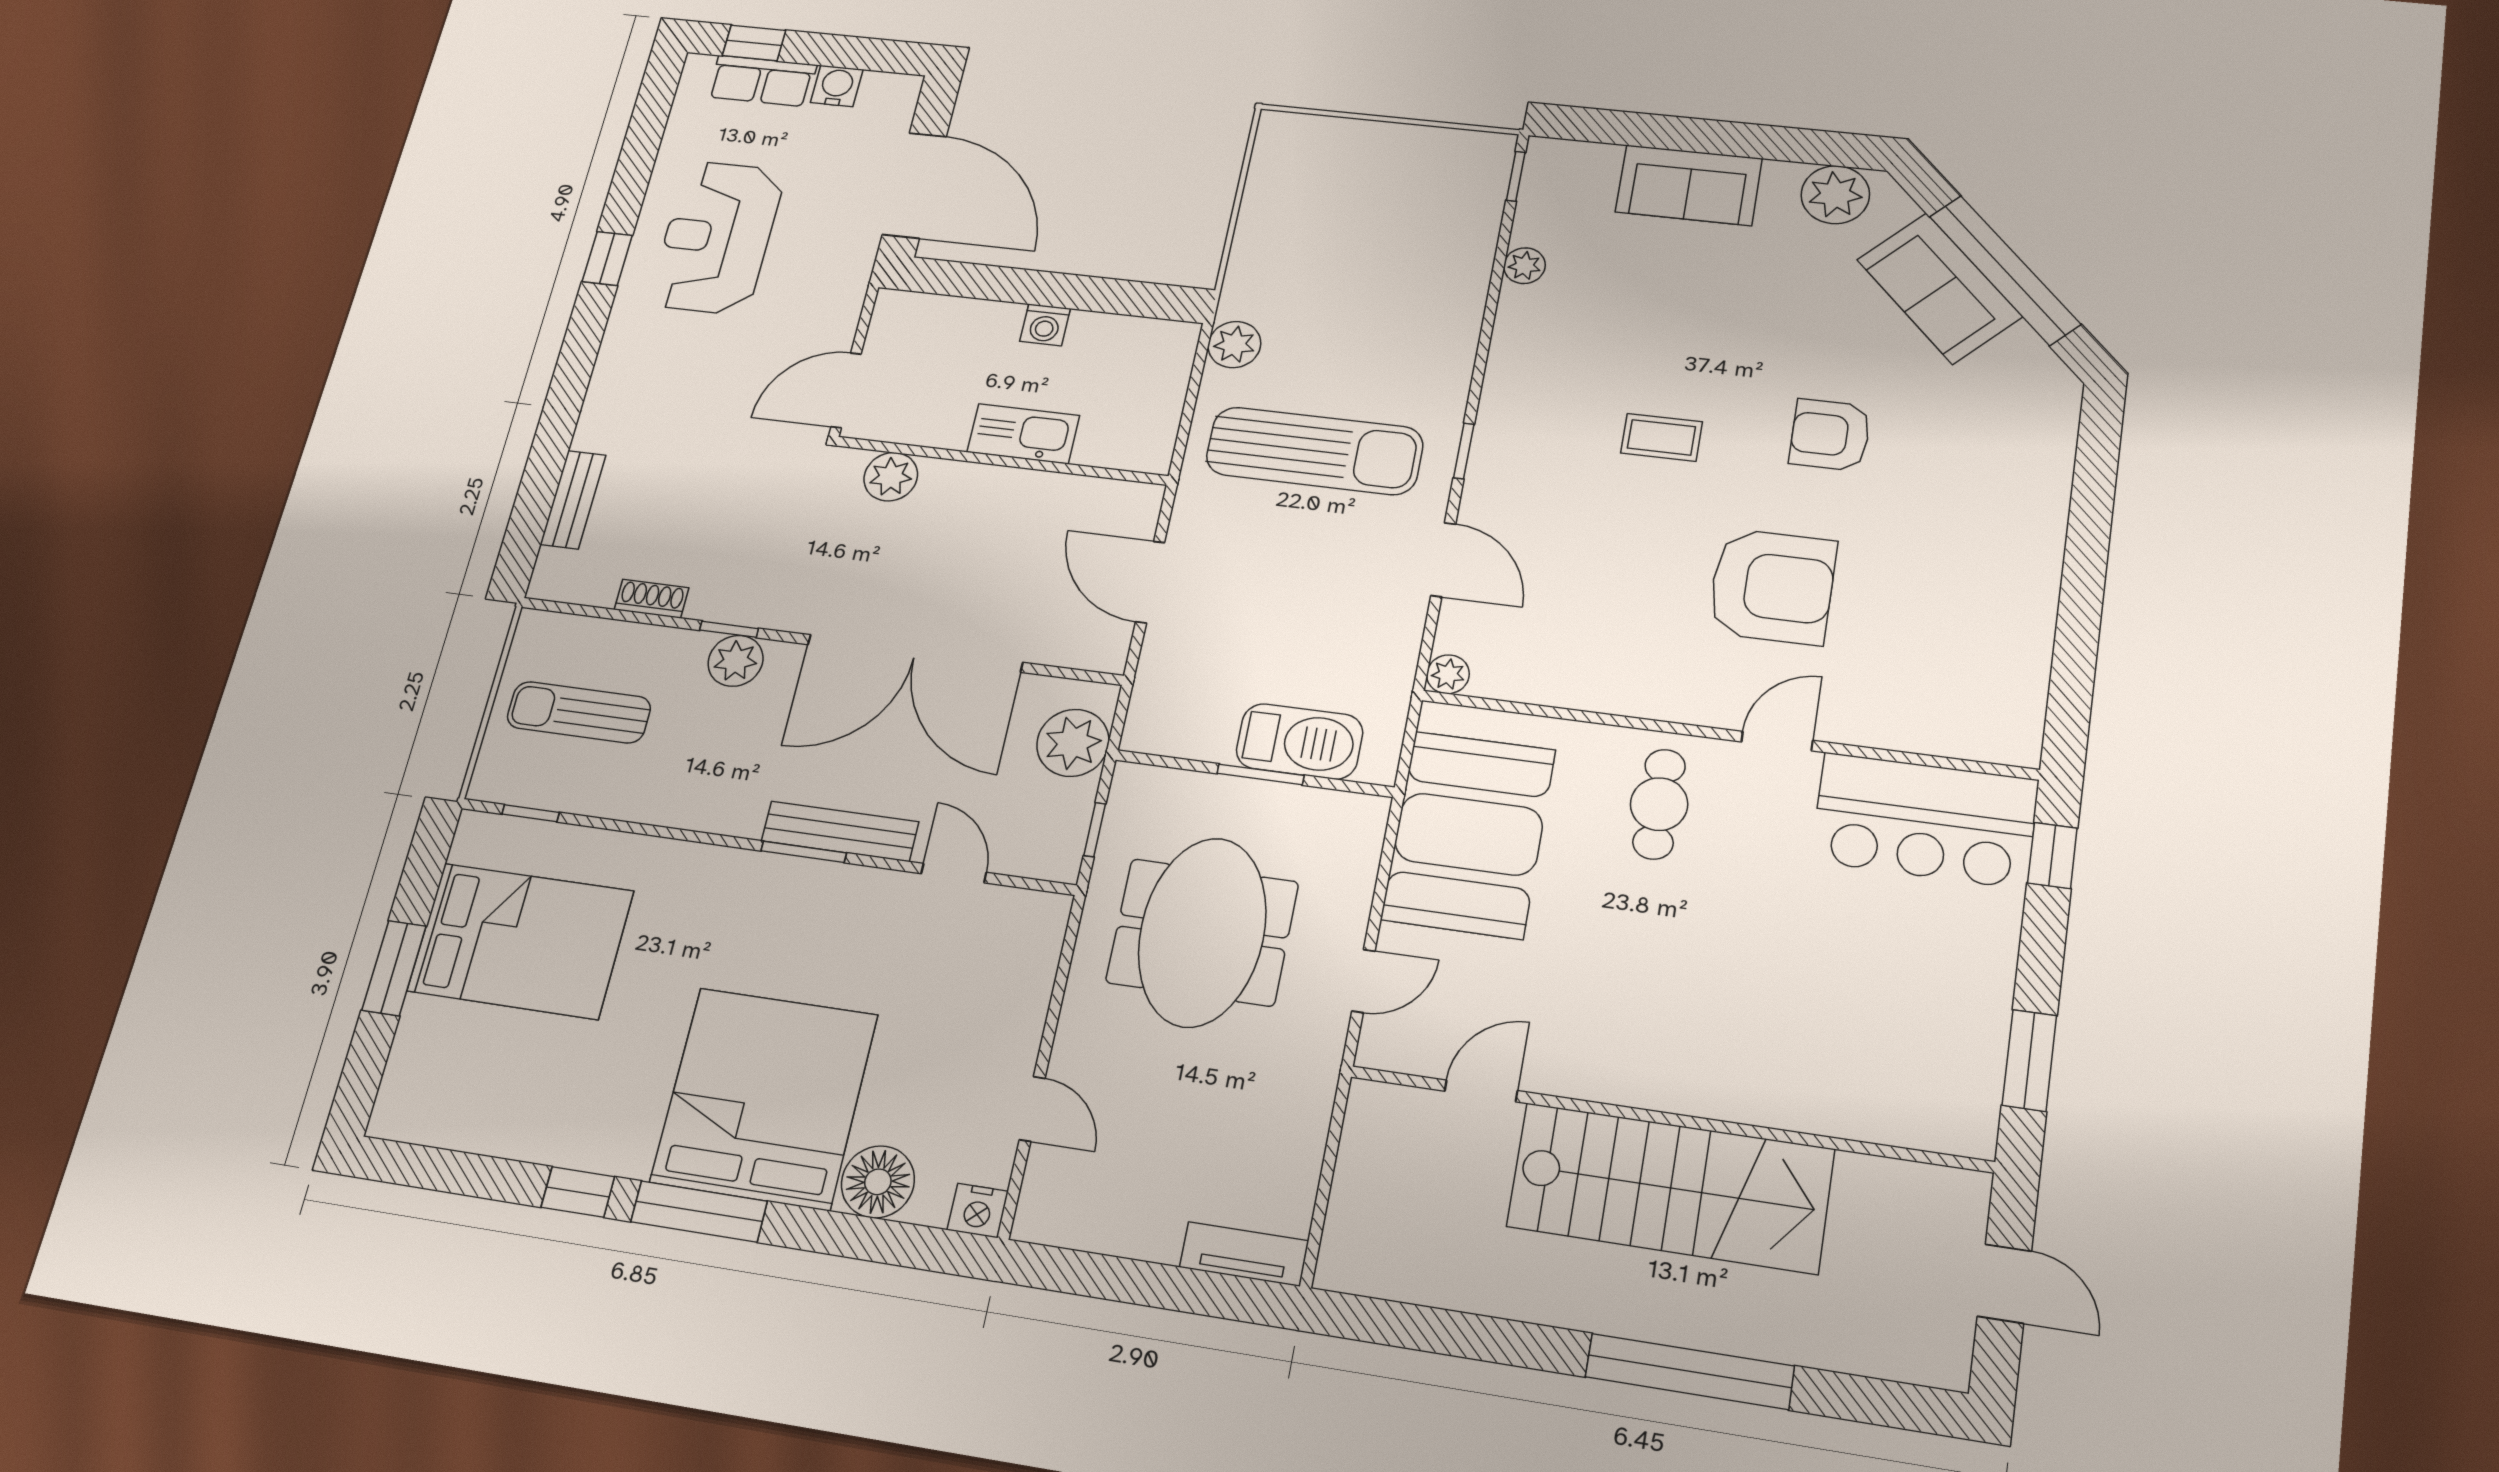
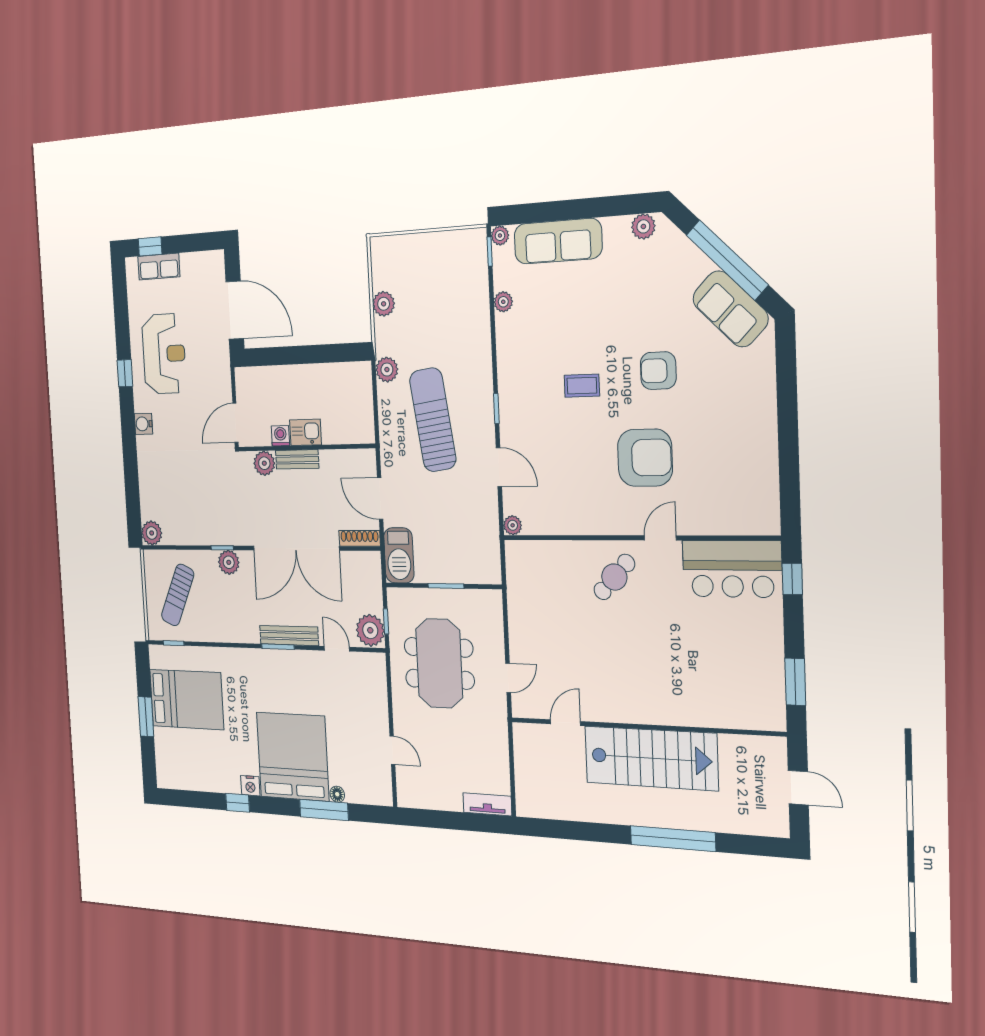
water cooler: (837, 86) -> (143, 424), moved, turned -90
plant: (1544, 153) -> (500, 236), added
sofa: (1689, 185) -> (558, 241), width x1.36
plant: (1835, 195) -> (643, 226), width x0.73, depth x0.73
plant: (1260, 228) -> (384, 304), added
reception desk: (717, 237) -> (164, 354), turned 180
sofa: (1939, 288) -> (730, 309), moved
washing machine: (1045, 325) -> (280, 436), moved, turned 180
kitchen sink: (1023, 434) -> (306, 432), width x0.73
sun lounger: (1314, 451) -> (433, 420), turned -98
bench: (573, 500) -> (297, 459), moved, turned 90
plant: (558, 576) -> (152, 533), added
shoe rack: (651, 599) -> (360, 538), moved, width x1.43
sun lounger: (579, 712) -> (178, 595), turned -66
barbecue: (1300, 741) -> (399, 555), moved, turned 90
plant: (1073, 743) -> (370, 630), moved
cafe table: (1659, 804) -> (614, 577), turned 43
booth: (1469, 834) -> (537, 603), removed
floor lamp: (878, 1182) -> (337, 794), width x0.53, depth x0.53
window: (699, 1211) -> (324, 810), moved
nightstand: (978, 1211) -> (250, 786), moved

